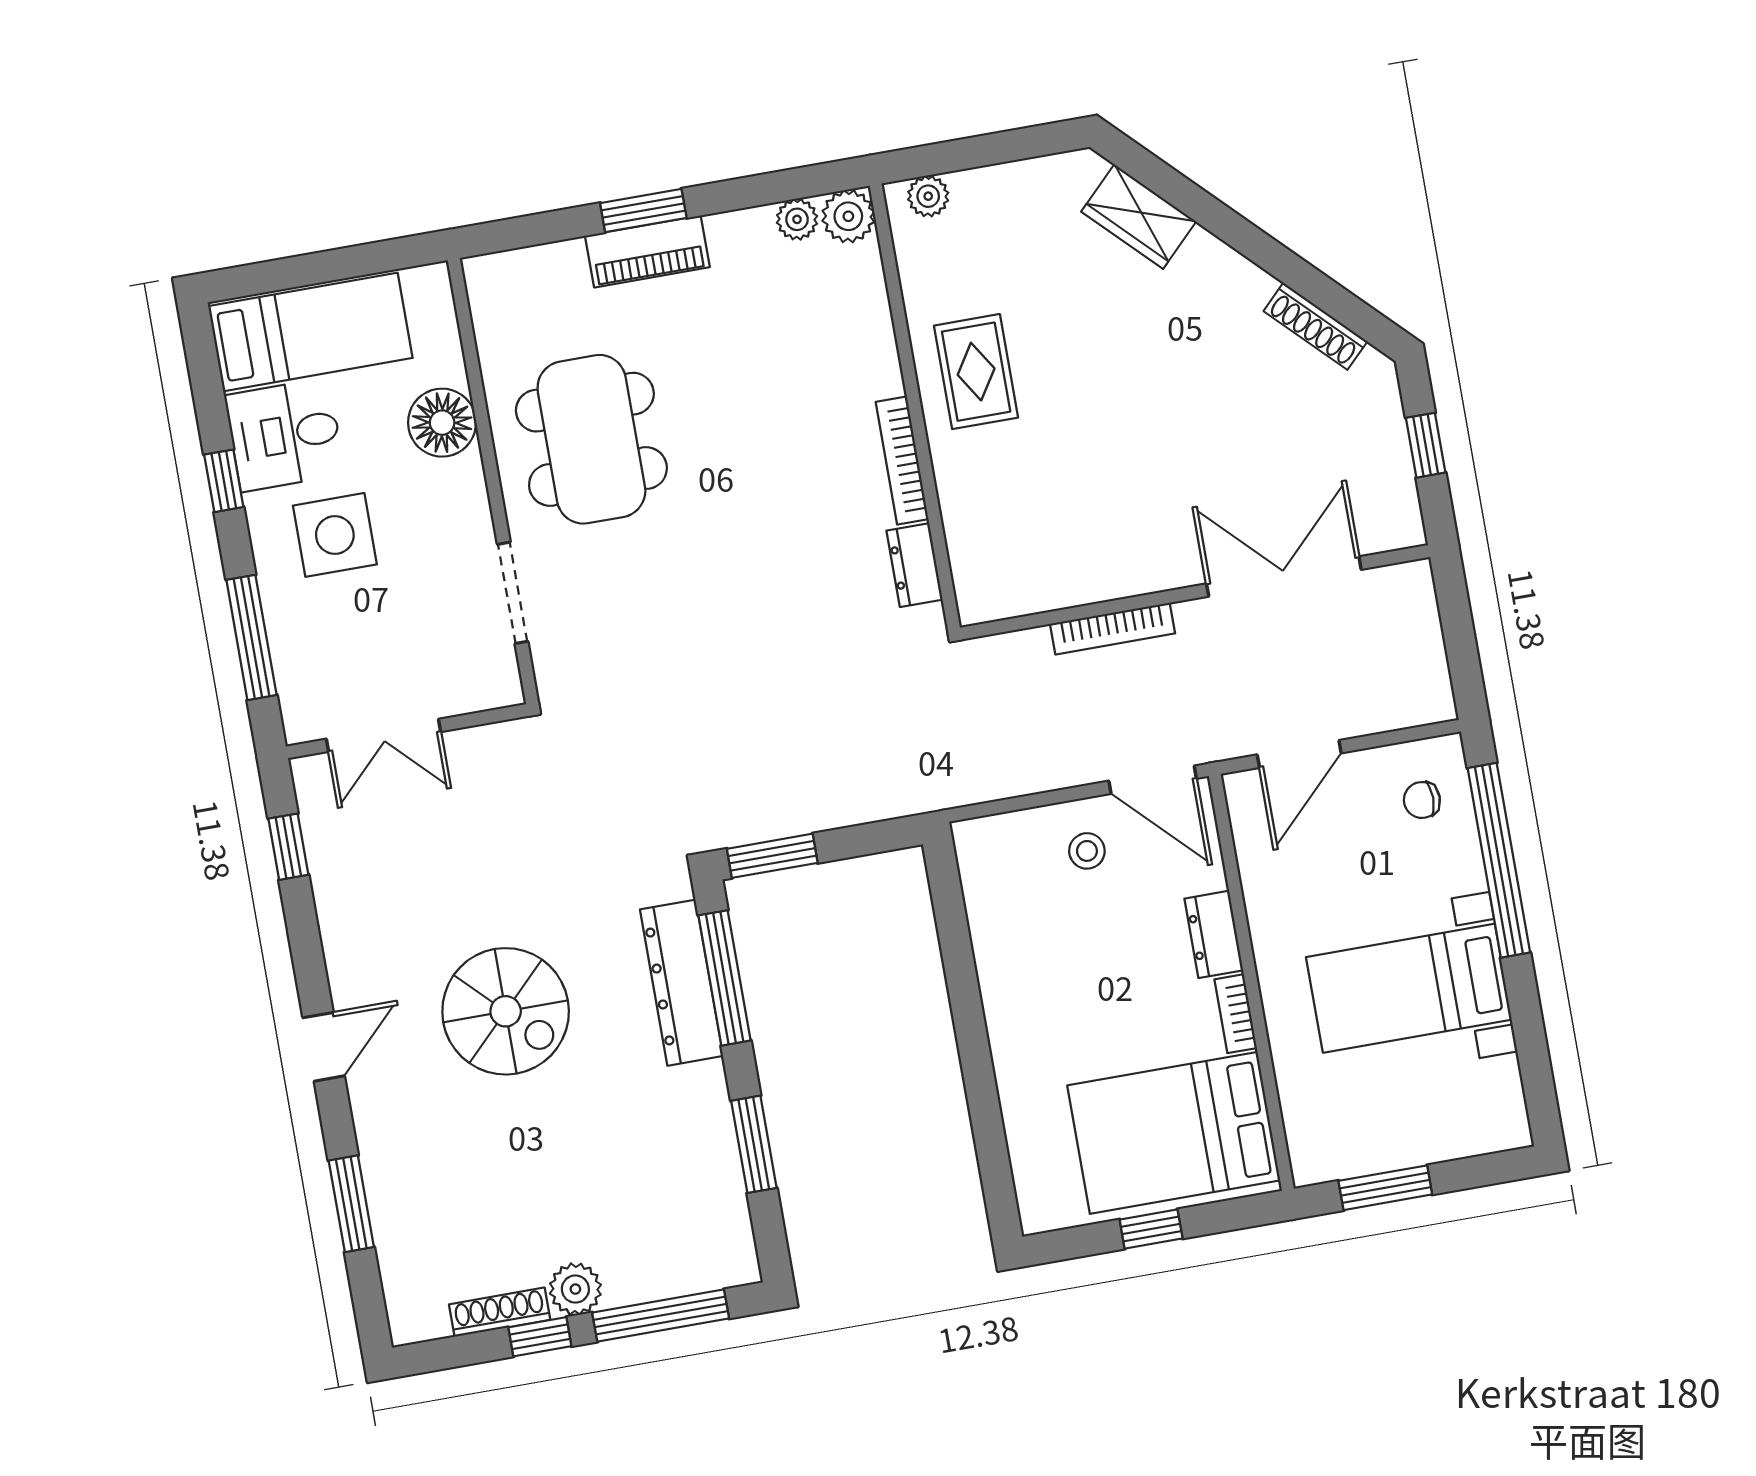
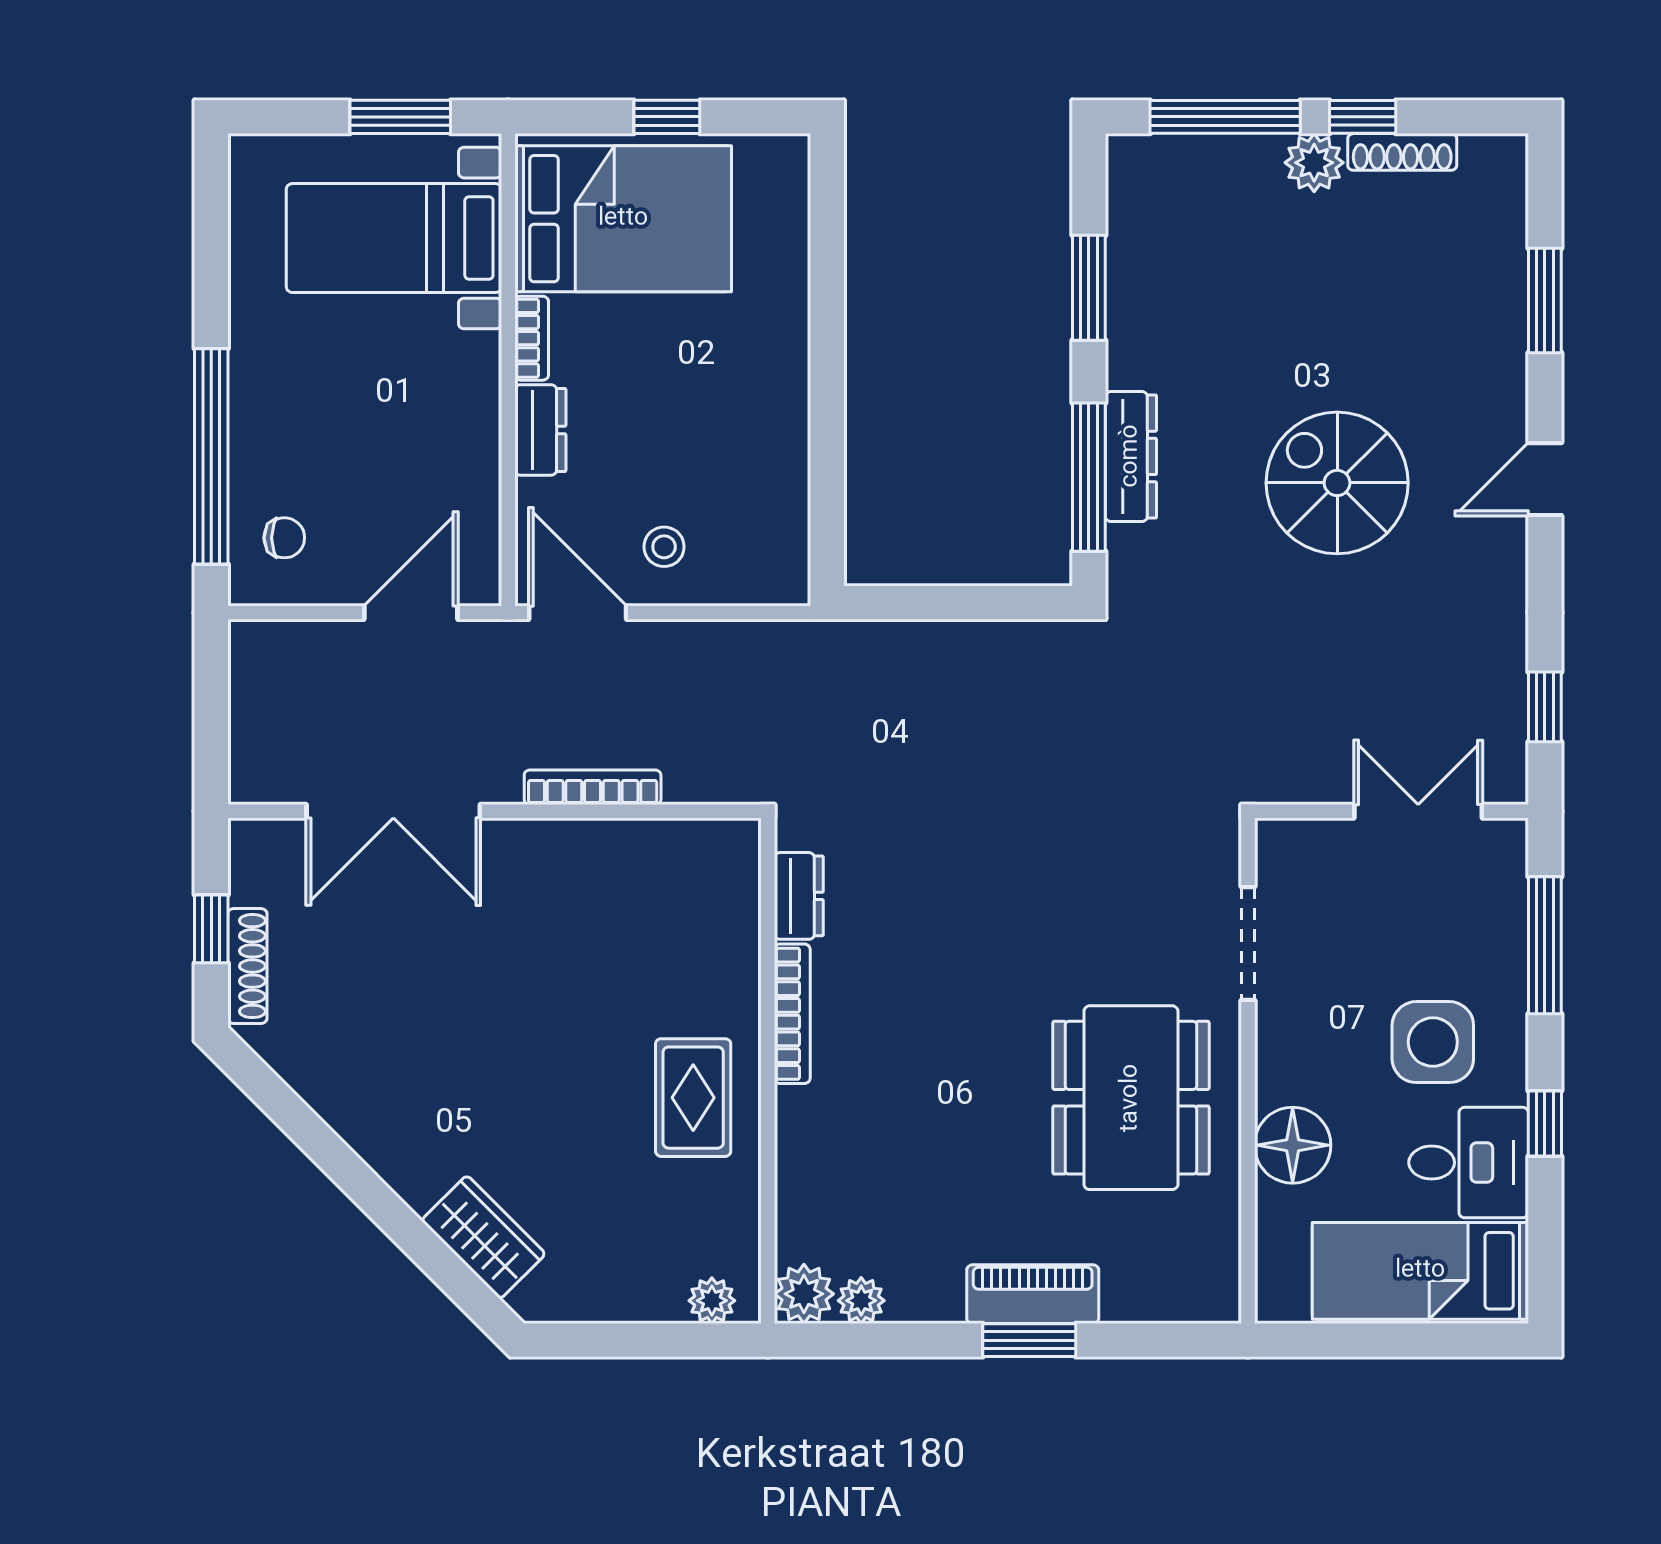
shoe rack: (1315, 326) -> (247, 966), moved, turned 45
window: (772, 856) -> (1012, 603), removed
dresser: (682, 983) -> (1131, 456), width x0.73, depth x0.80
bed with nightstands: (1409, 988) -> (394, 238), moved, turned 180

